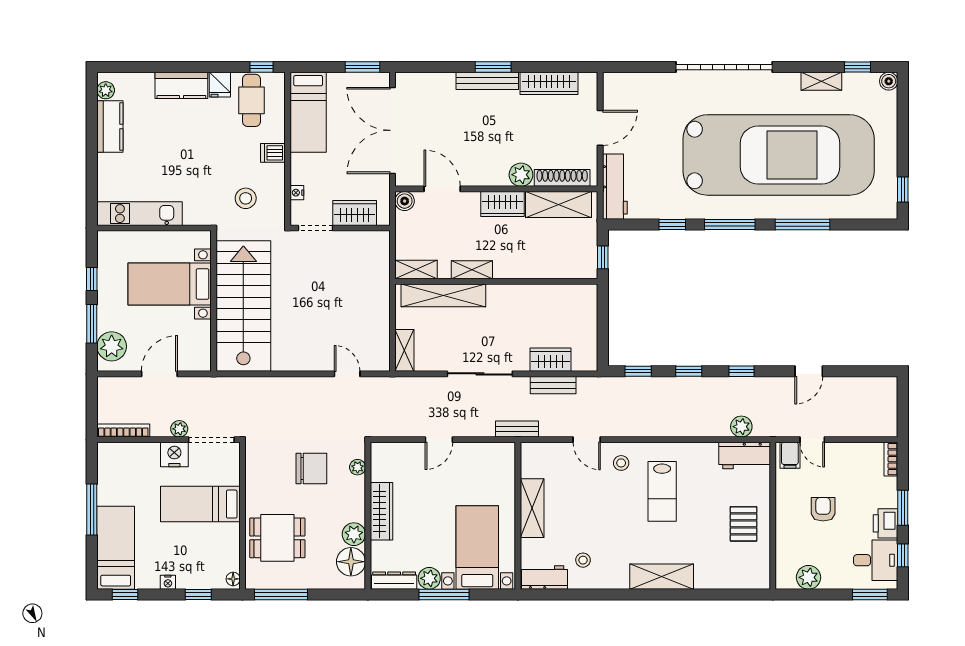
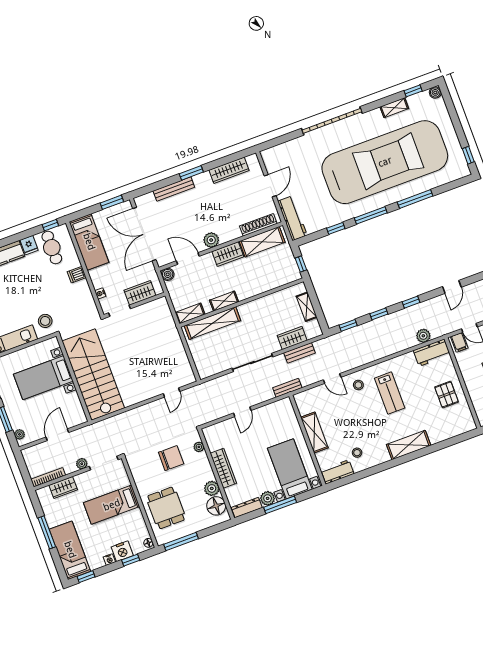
bench: (487, 81) -> (174, 189), moved
plant: (521, 175) -> (211, 240), moved
stool: (246, 198) -> (45, 321), moved
plant: (112, 346) -> (19, 434), width x0.53, depth x0.53
shelving: (404, 350) -> (307, 307), moved
door: (347, 374) -> (172, 392), swing flipped
wardrobe: (140, 453) -> (63, 488), added
nightstand: (174, 455) -> (122, 551), moved, turned 180
dining table: (277, 538) -> (166, 508), turned 90

